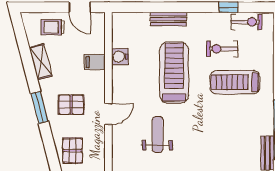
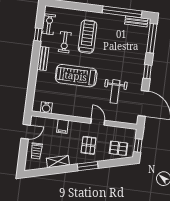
bench: (168, 19) -> (43, 58), moved
water cooler: (120, 57) -> (46, 108), moved
treadmill: (235, 82) -> (87, 37), turned 180
weight bench: (157, 134) -> (115, 92), turned -90

